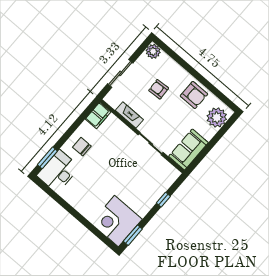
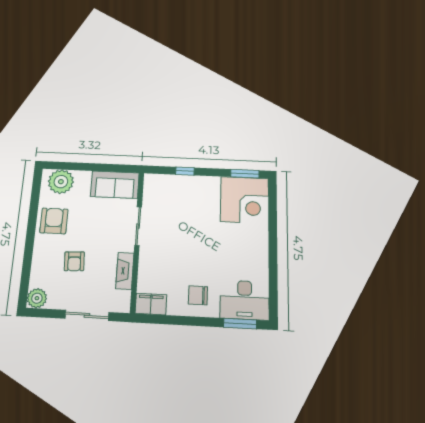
chair: (82, 147) -> (198, 295), turned 90

